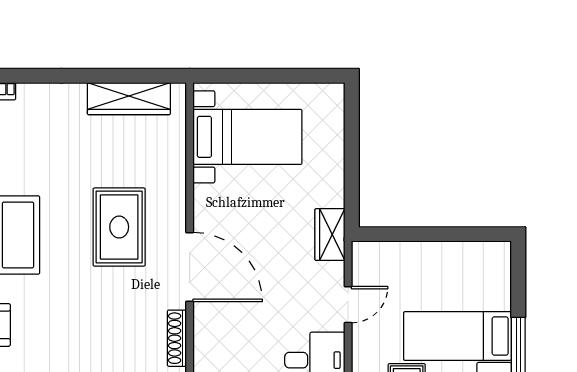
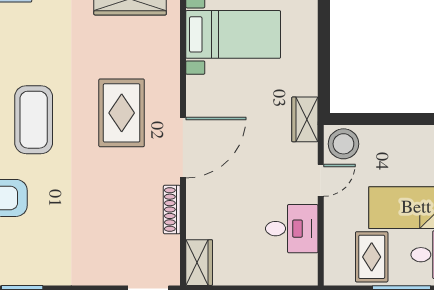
stool: (374, 263) -> (343, 144), added
door: (190, 267) -> (183, 148), hinge flipped

